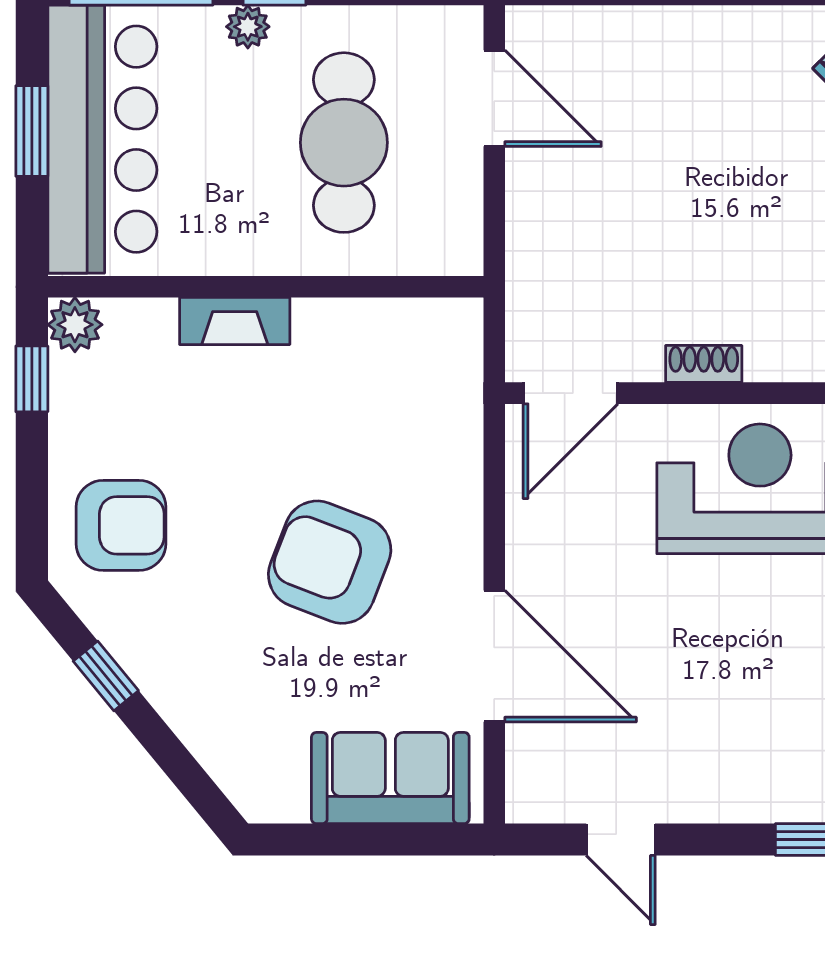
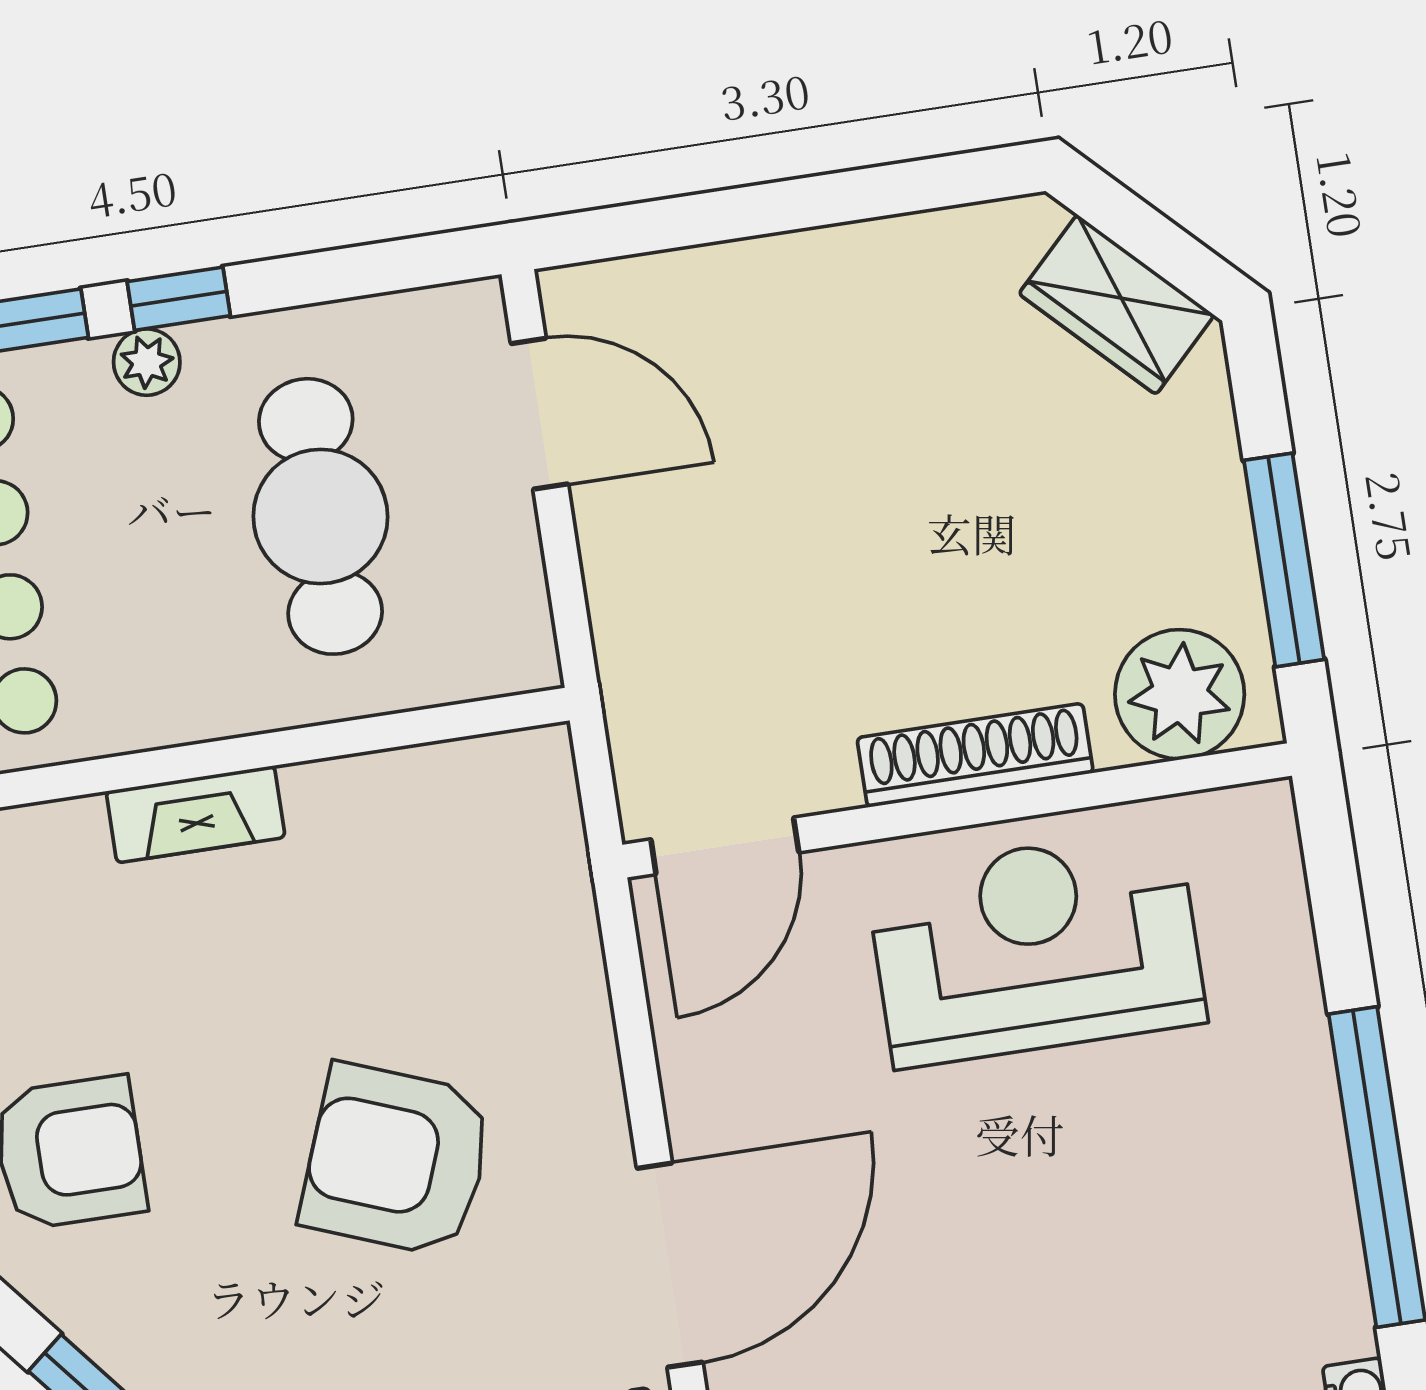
shoe rack: (704, 364) -> (975, 755), width x1.94, depth x1.24
door: (494, 656) -> (670, 1265), hinge flipped

